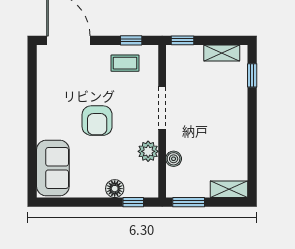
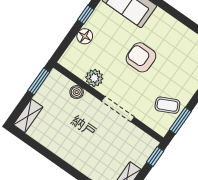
window: (131, 40) -> (180, 121), width x1.50
coffee table: (125, 63) -> (167, 105), turned 64
window: (133, 202) -> (86, 15), moved

